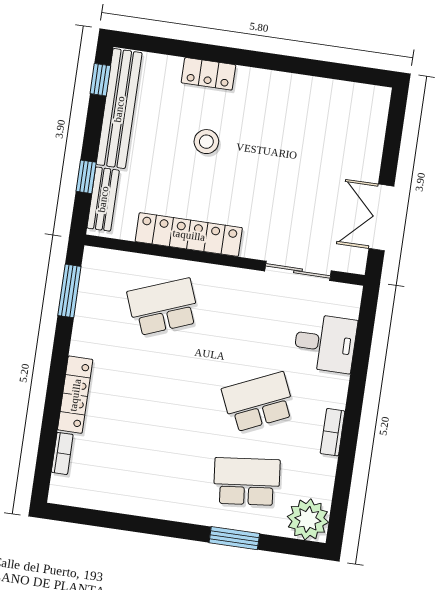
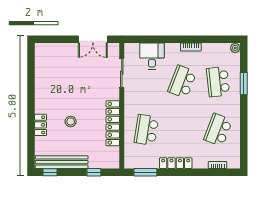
bench: (103, 199) -> (103, 163), removed
school desk: (163, 307) -> (146, 130), turned 30
locker: (75, 395) -> (176, 163), moved
school desk: (258, 402) -> (182, 82), turned 45
school desk: (140, 466) -> (218, 130), added
plant: (308, 519) -> (235, 48), width x0.53, depth x0.53

